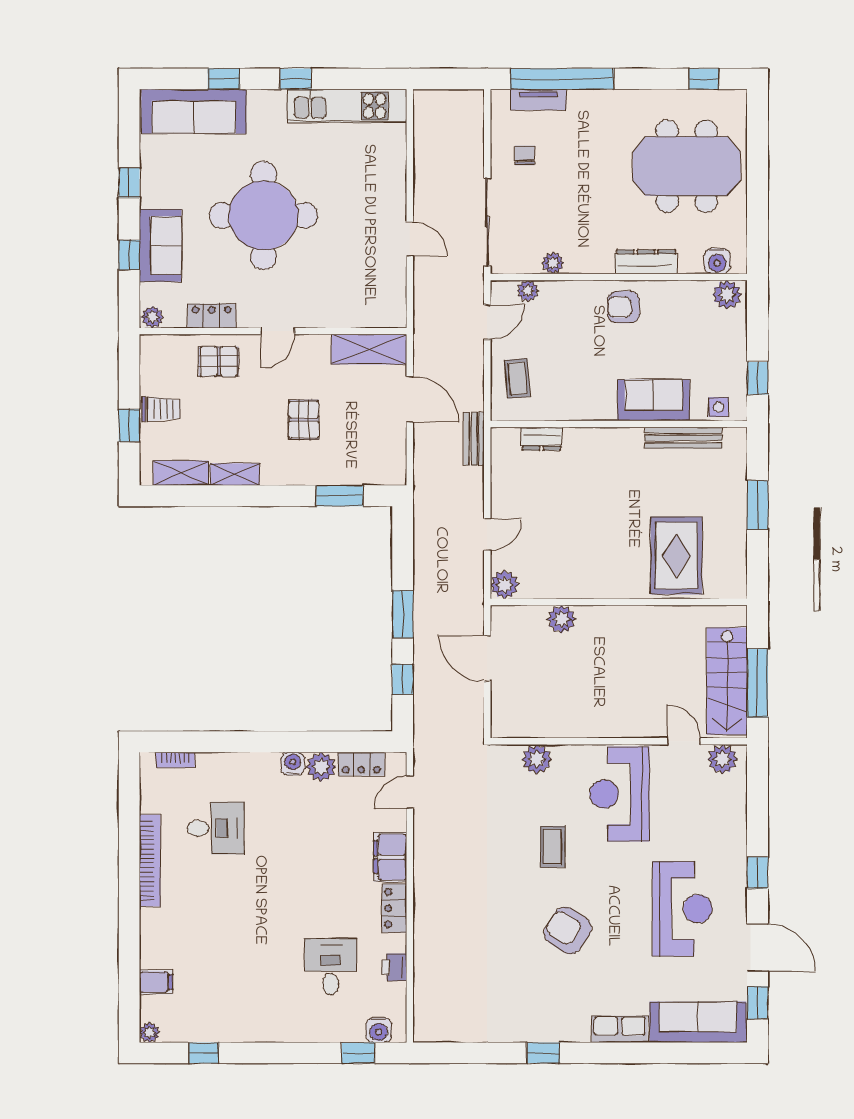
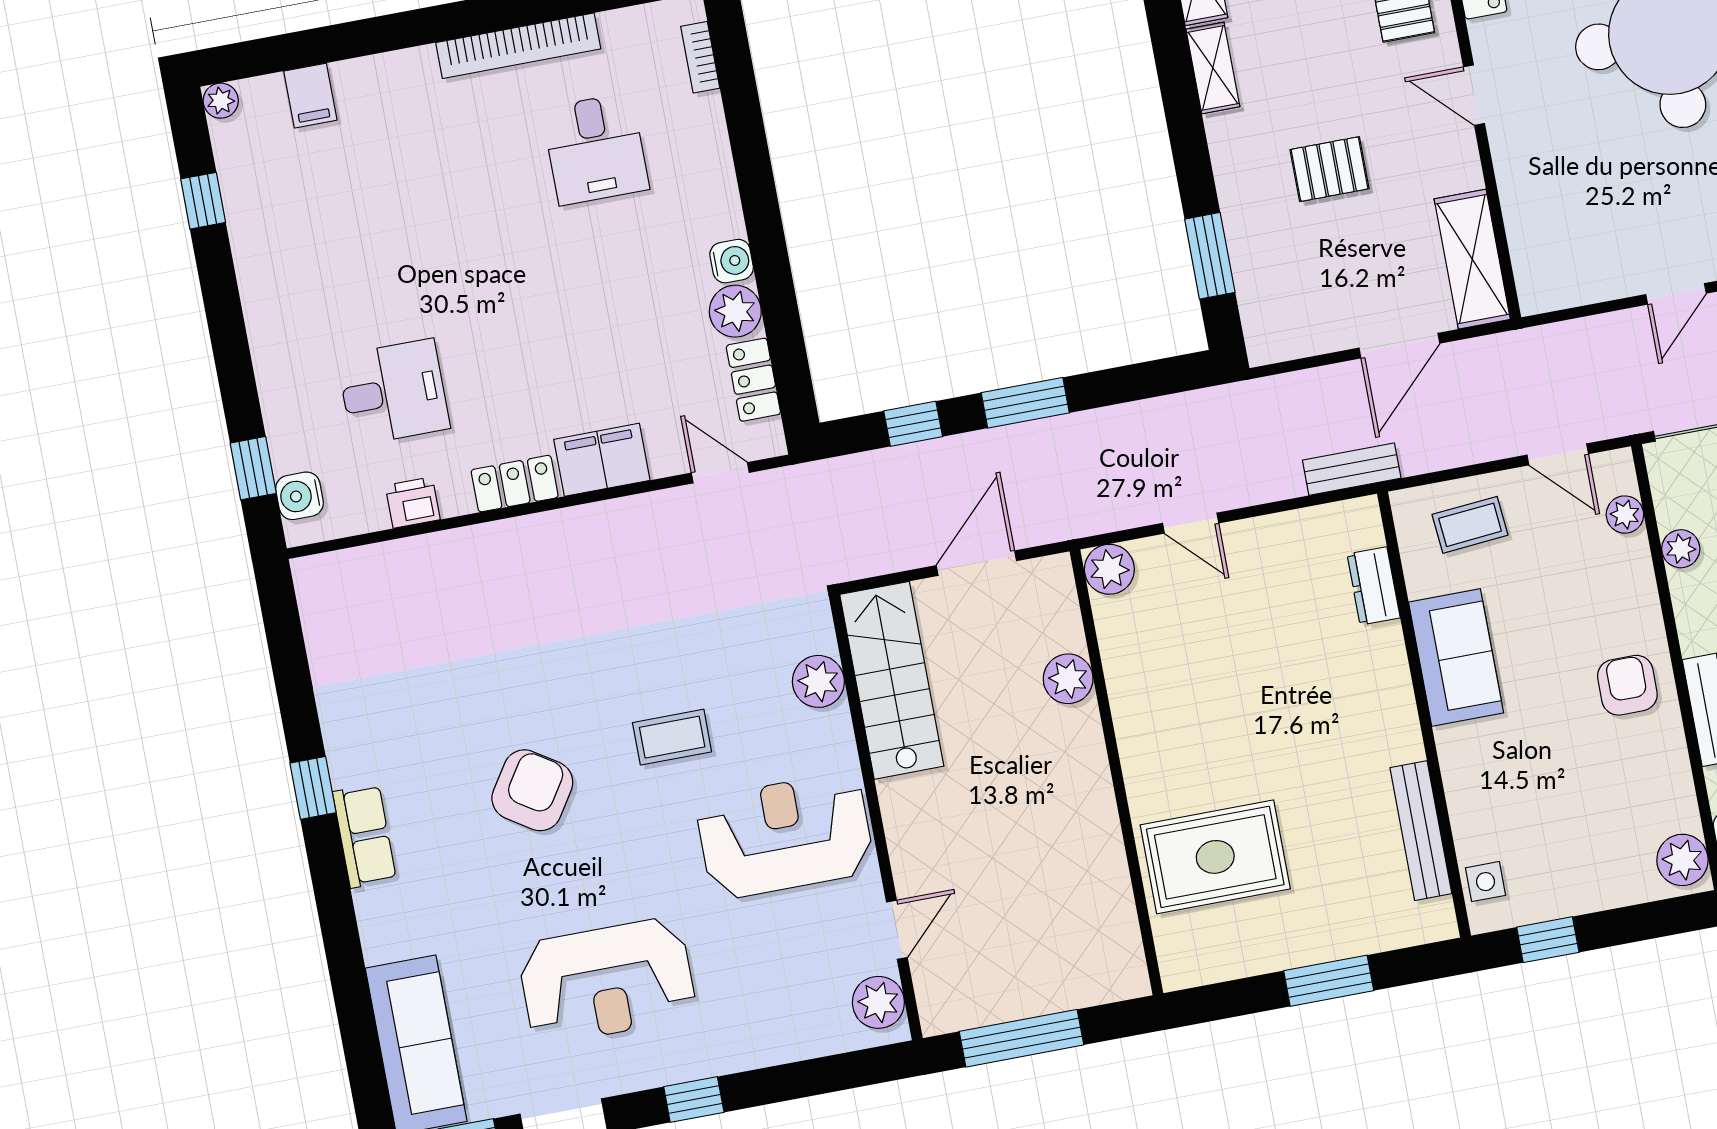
sofa: (654, 400) -> (1456, 657), moved
stairs: (727, 681) -> (892, 680), moved, turned 90
row of seats: (620, 1029) -> (364, 836), moved

